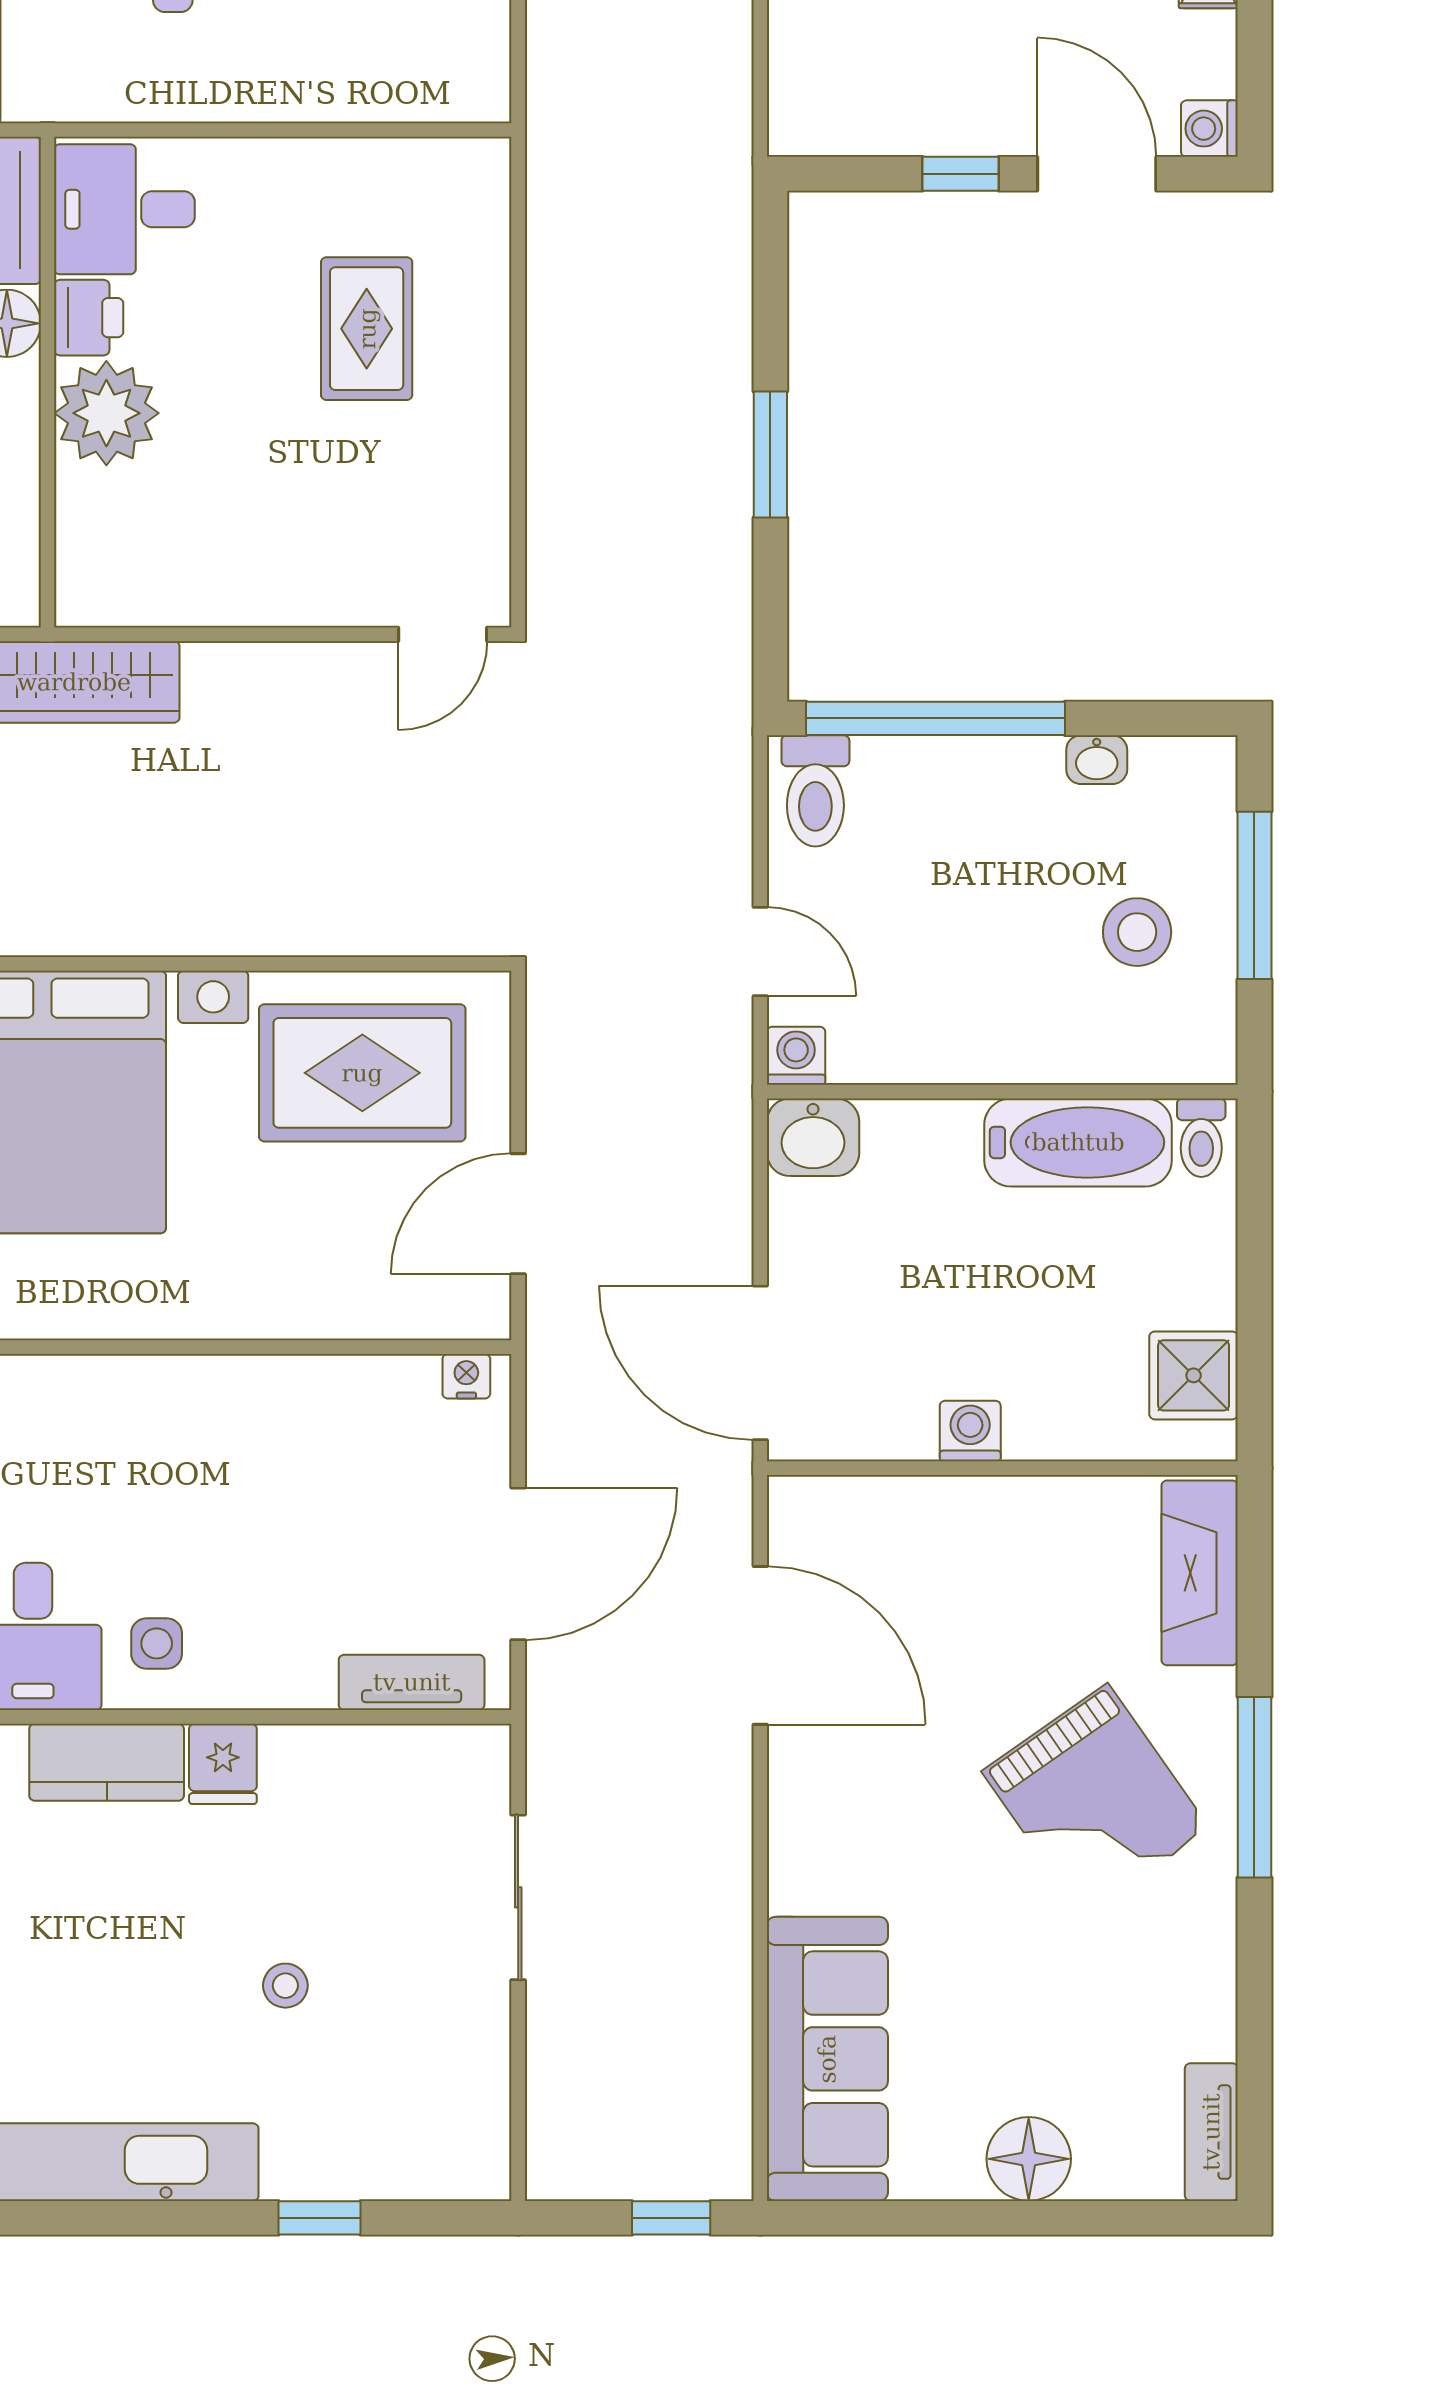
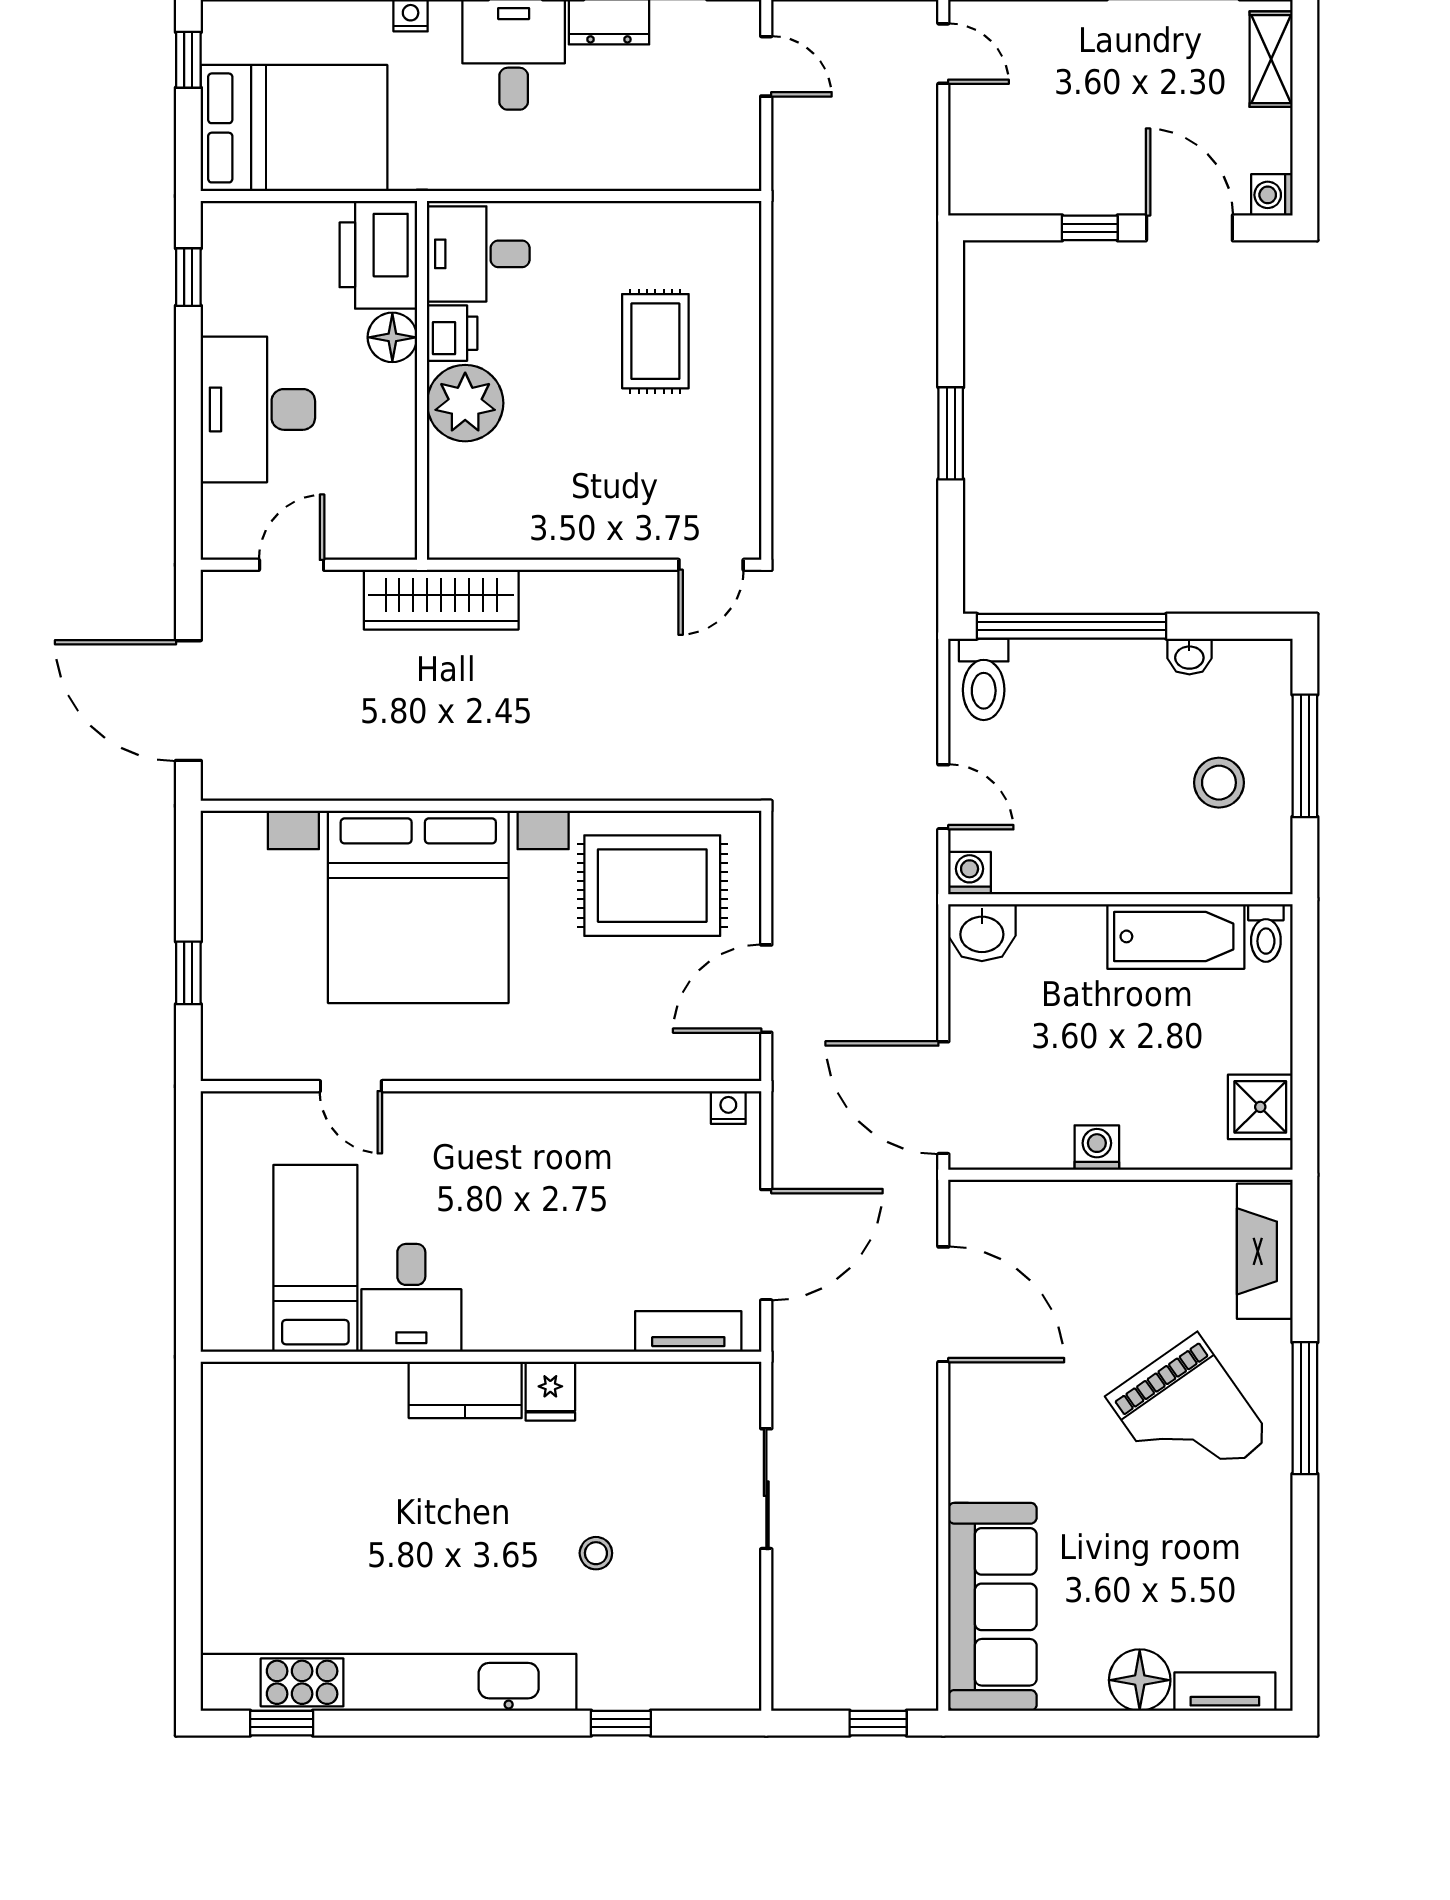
side table: (157, 1643) -> (502, 1303), removed
tv unit: (1211, 2132) -> (1225, 1692), moved, turned 90

